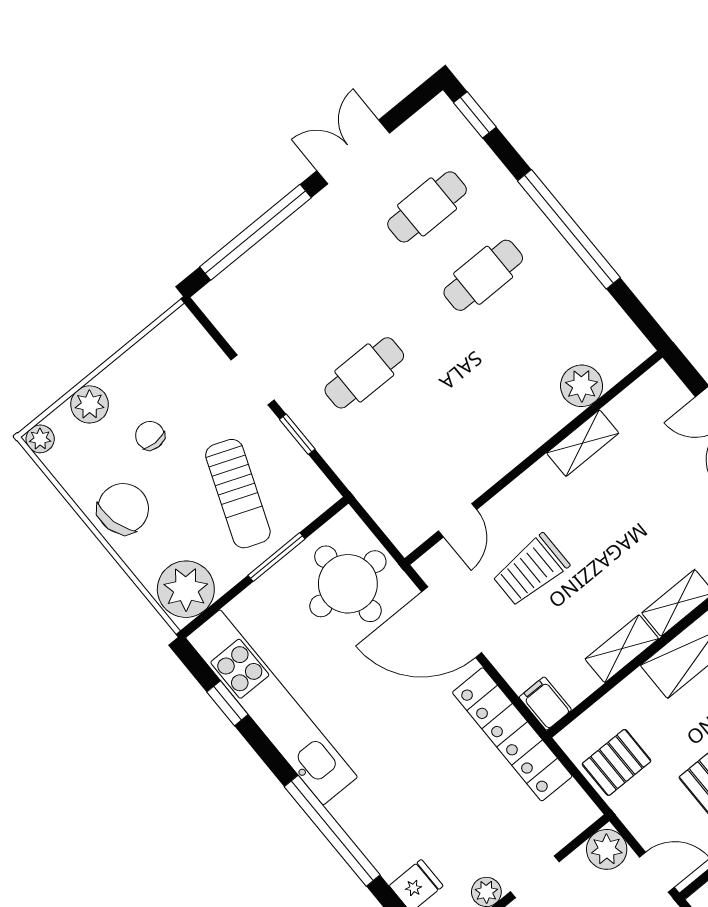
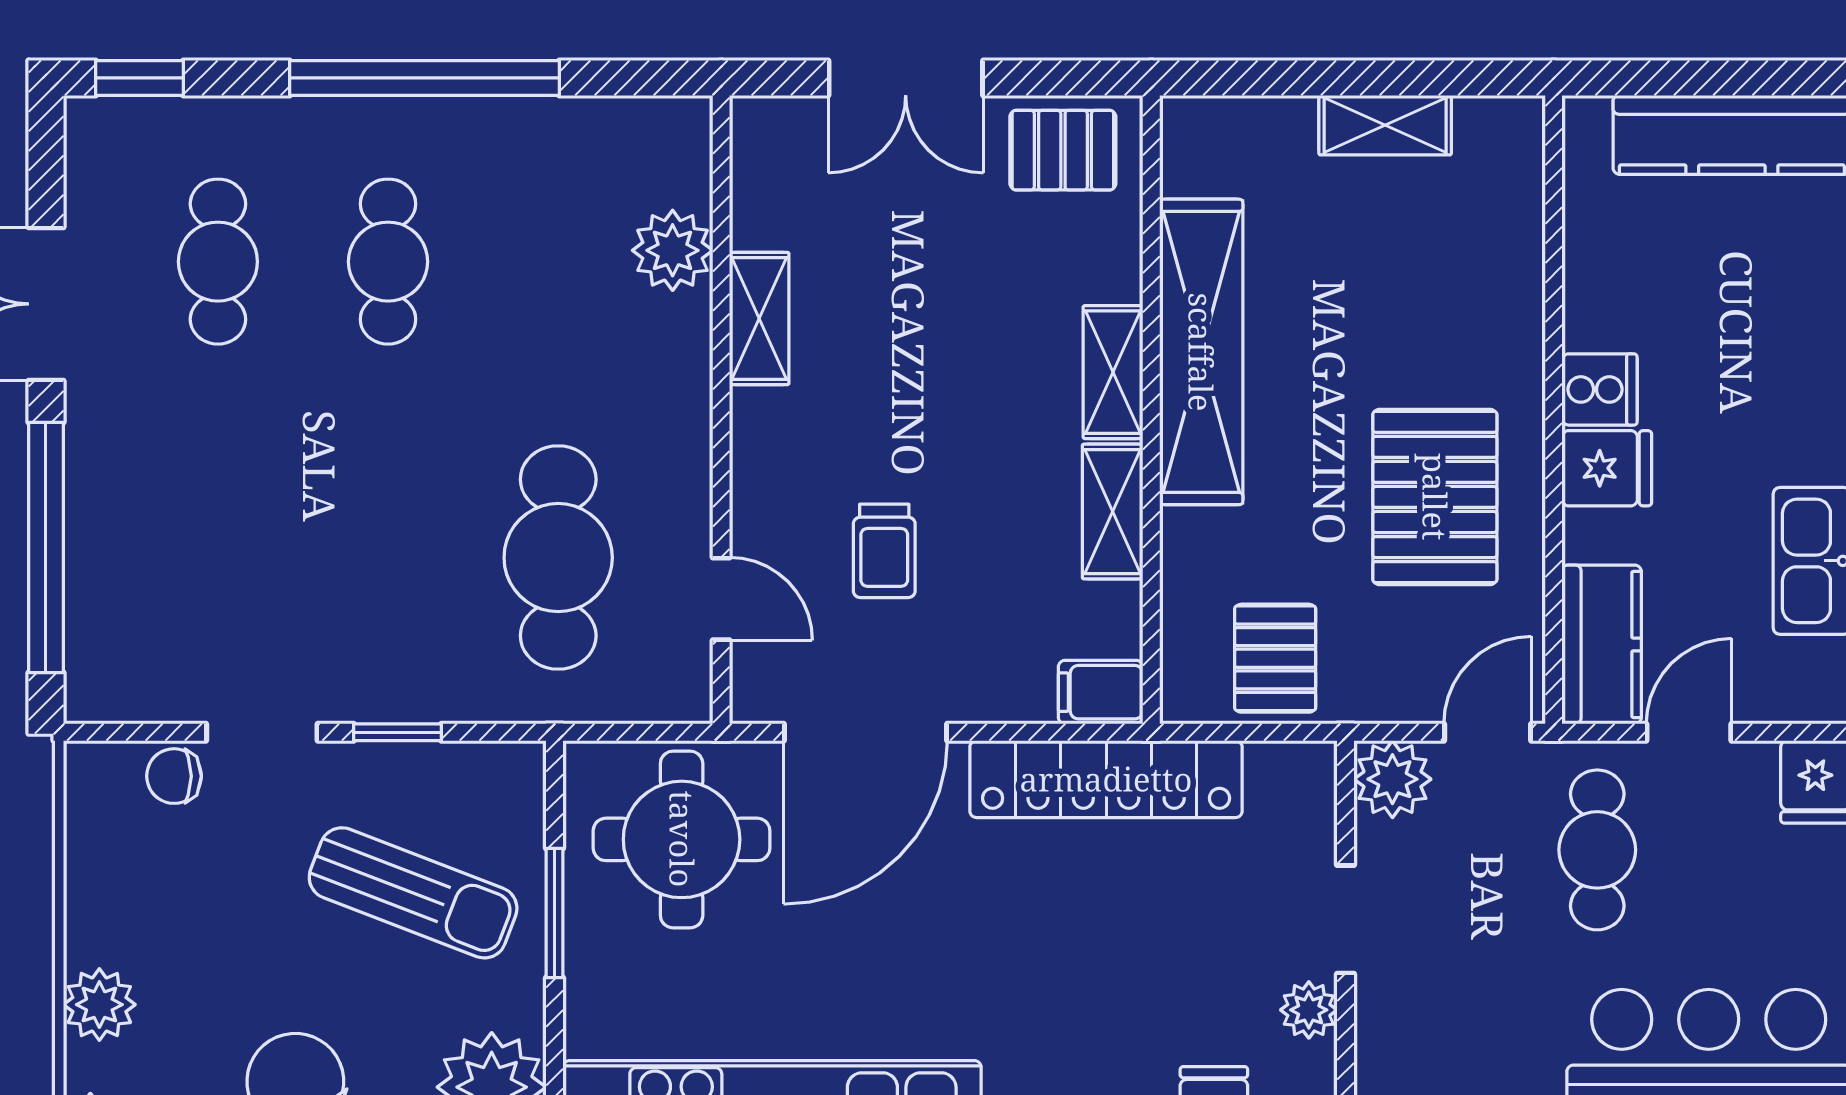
cafe table: (364, 373) -> (558, 558), moved, width x1.37, depth x1.35
chair: (150, 436) -> (174, 776), moved
trolley: (531, 570) -> (884, 551), width x0.73, depth x0.72

